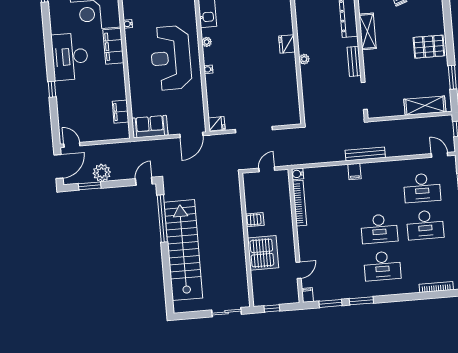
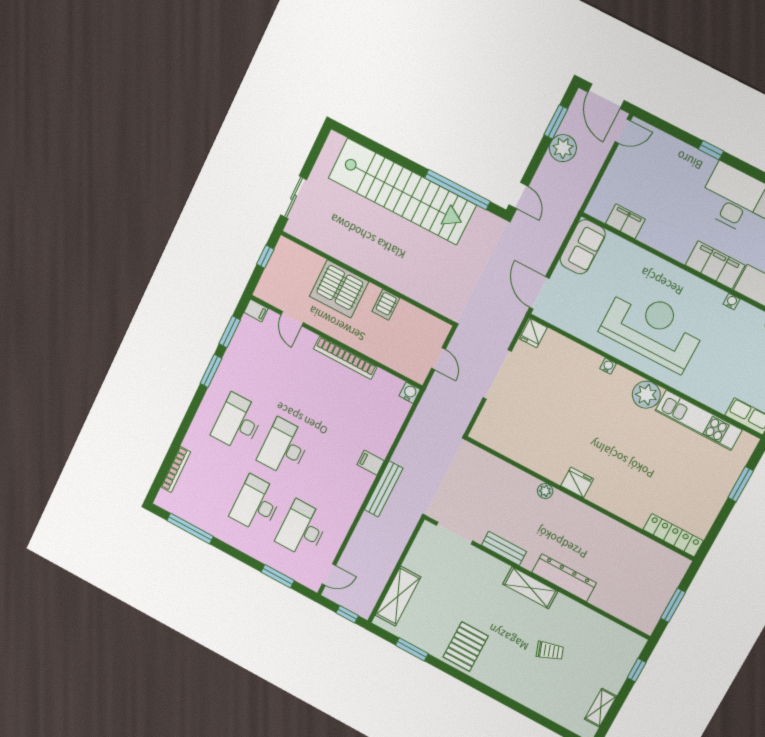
plant: (207, 42) -> (646, 395), width x1.88, depth x1.88
bookcase: (300, 203) -> (345, 358), moved

